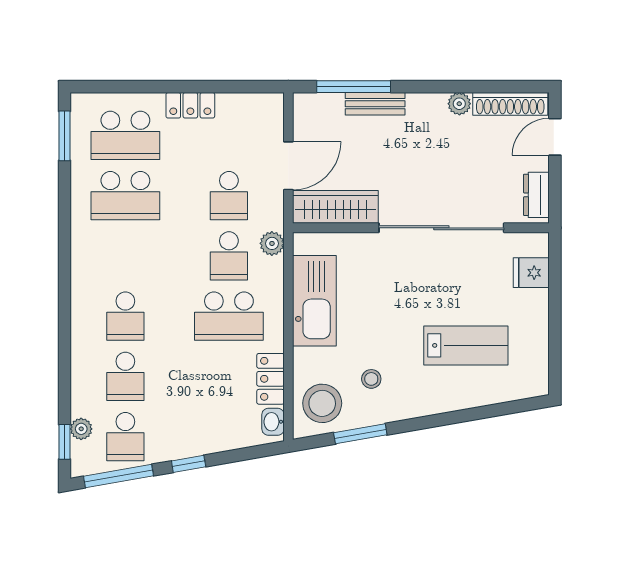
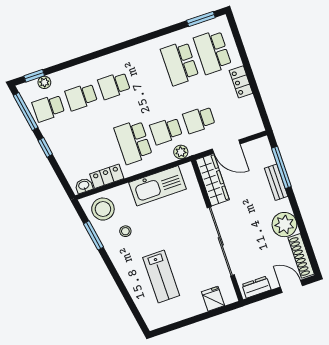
plant: (459, 104) -> (284, 225), width x1.88, depth x1.88

